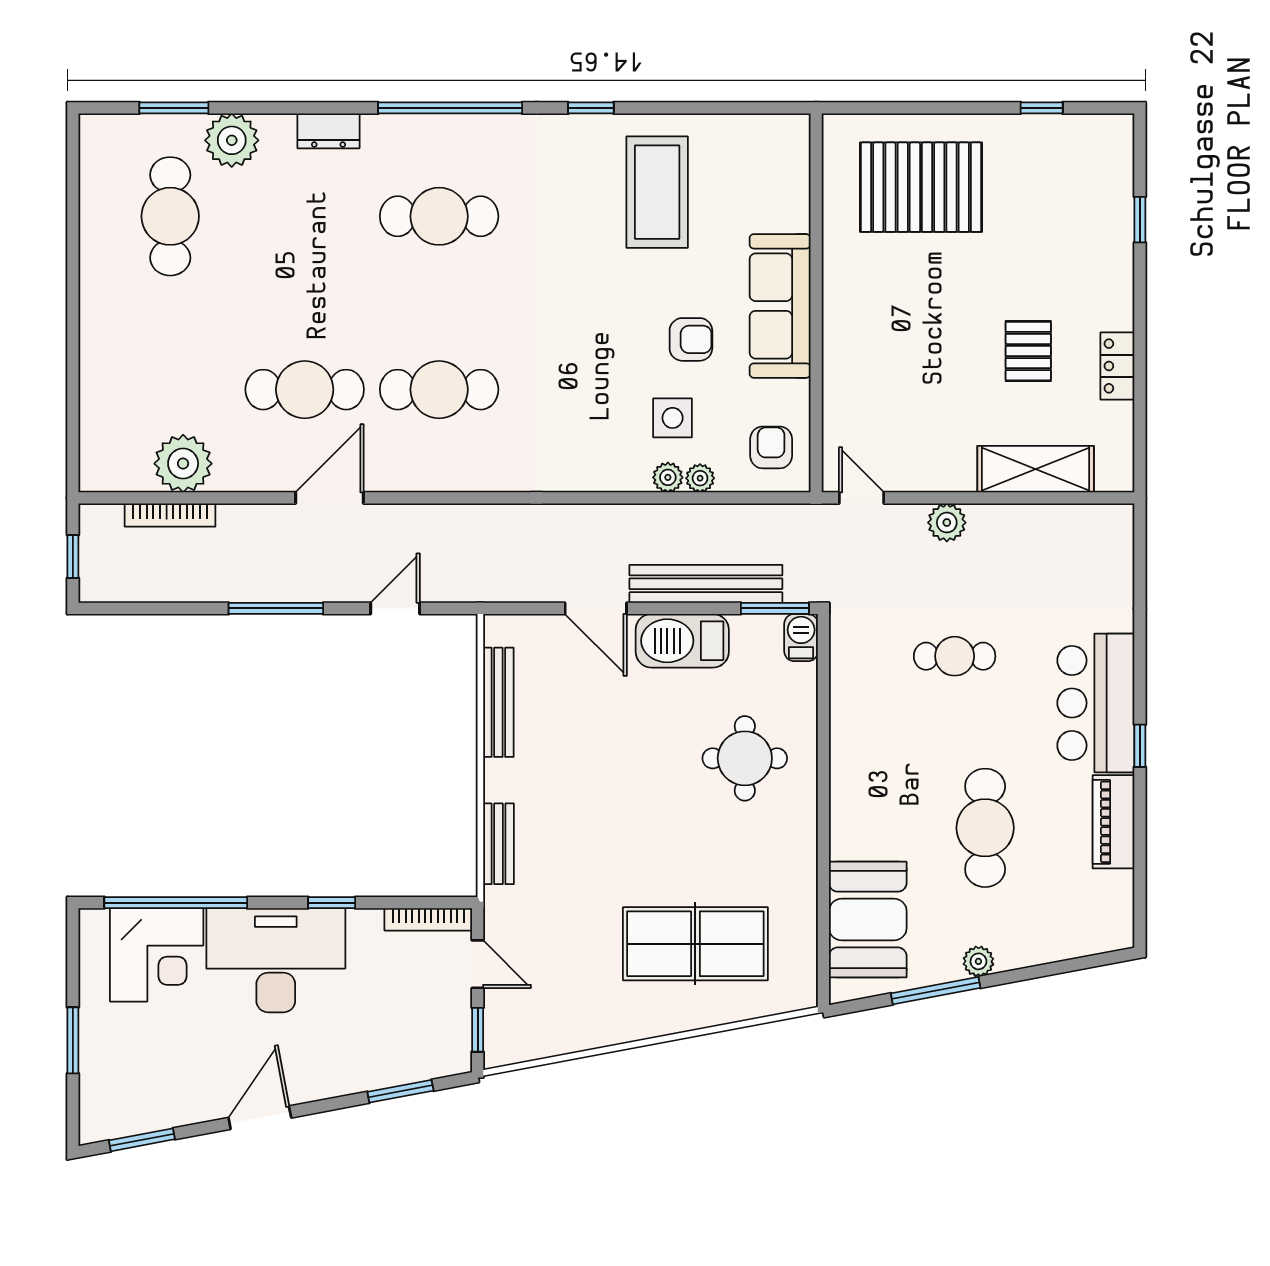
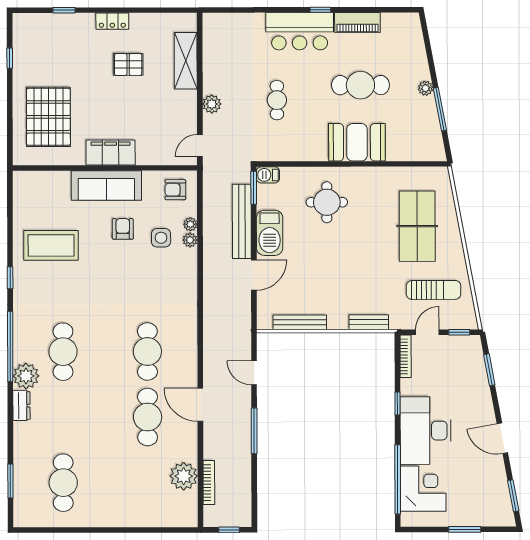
plant: (232, 140) -> (26, 376), moved
cafe table: (170, 216) -> (63, 483), turned 90
filing cabinet: (848, 315) -> (111, 153), added
locker: (1117, 366) -> (112, 21), moved
booth: (868, 920) -> (357, 142), moved
sun lounger: (564, 977) -> (434, 290), added

